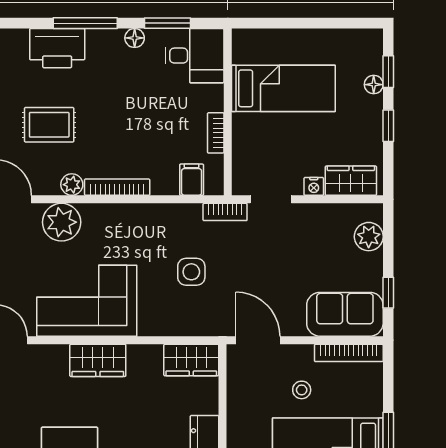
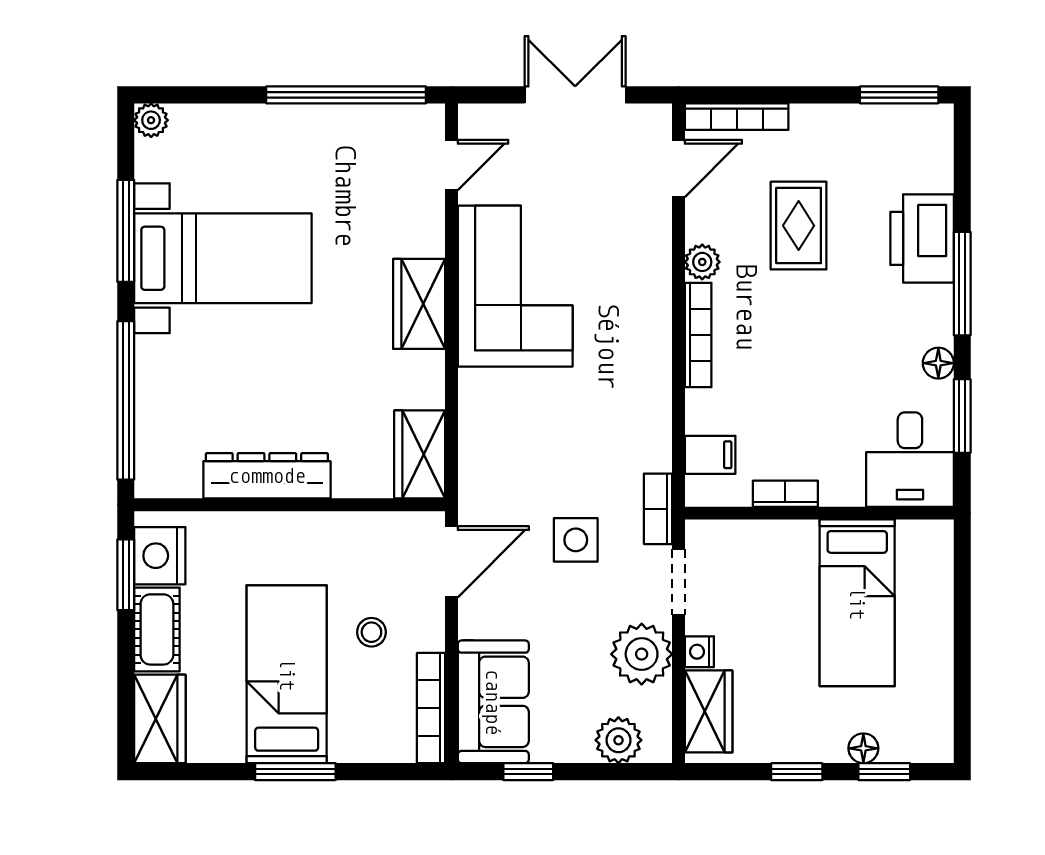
plant: (62, 222) -> (642, 654), moved
side table: (191, 272) -> (576, 540), moved

